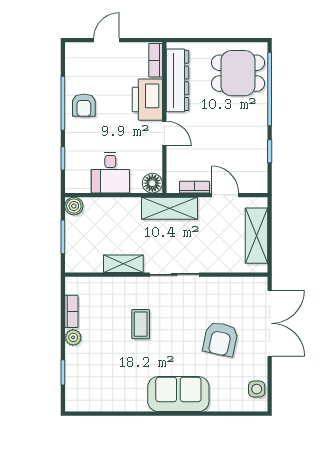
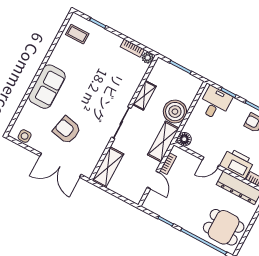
dining table: (238, 73) -> (224, 227), turned 90
desk: (110, 173) -> (215, 103), moved, turned 90
door: (225, 195) -> (153, 180), hinge flipped
boiler: (74, 206) -> (175, 112), moved, width x1.86, depth x1.86
shelving: (257, 236) -> (108, 167), moved, turned 90
coffee table: (141, 324) -> (77, 34), moved
plant: (73, 337) -> (148, 58), moved

